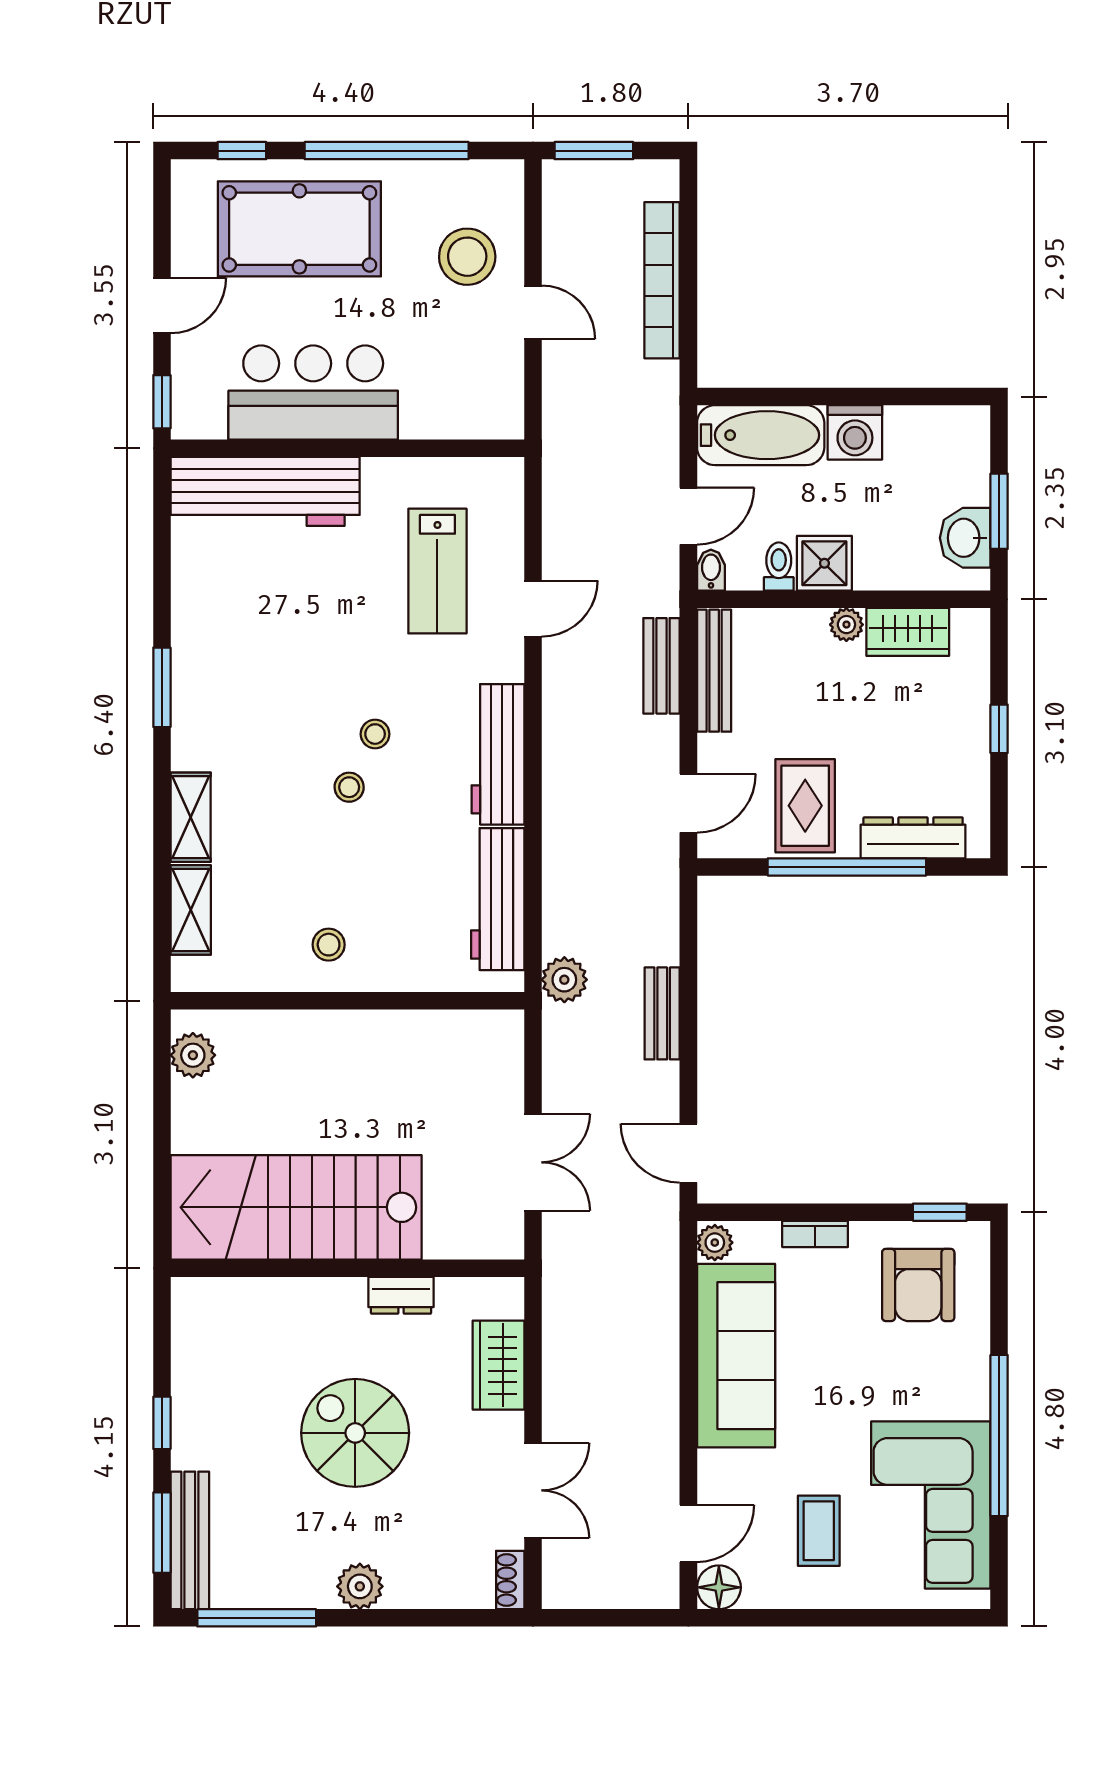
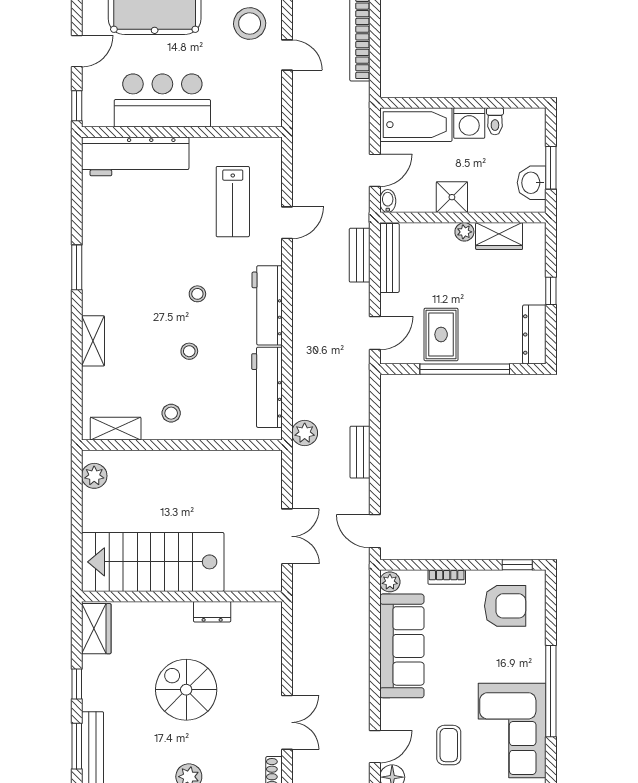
toilet: (779, 567) -> (495, 121), moved, turned 180
stool: (349, 787) -> (189, 351), moved
dresser: (913, 838) -> (534, 335), moved, turned -90
shelving: (191, 910) -> (116, 429), moved, turned 90
armchair: (918, 1285) -> (505, 606), turned -90
wardrobe: (499, 1365) -> (96, 629), moved, turned 180

